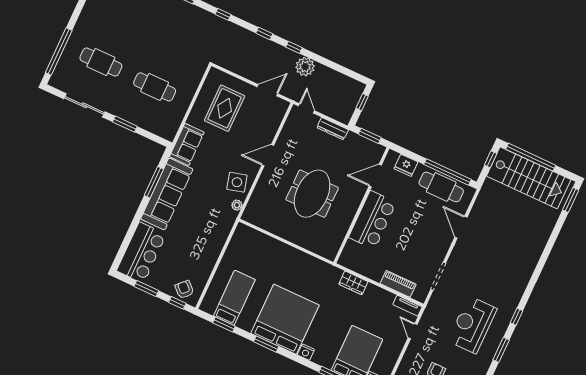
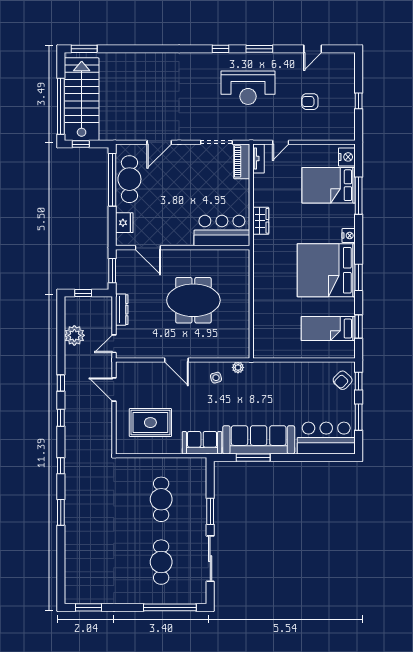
plant: (305, 67) -> (74, 335), moved
side table: (237, 182) -> (216, 378), width x0.54, depth x0.54
bar counter: (372, 220) -> (222, 231), moved
piano: (398, 284) -> (242, 161), moved

